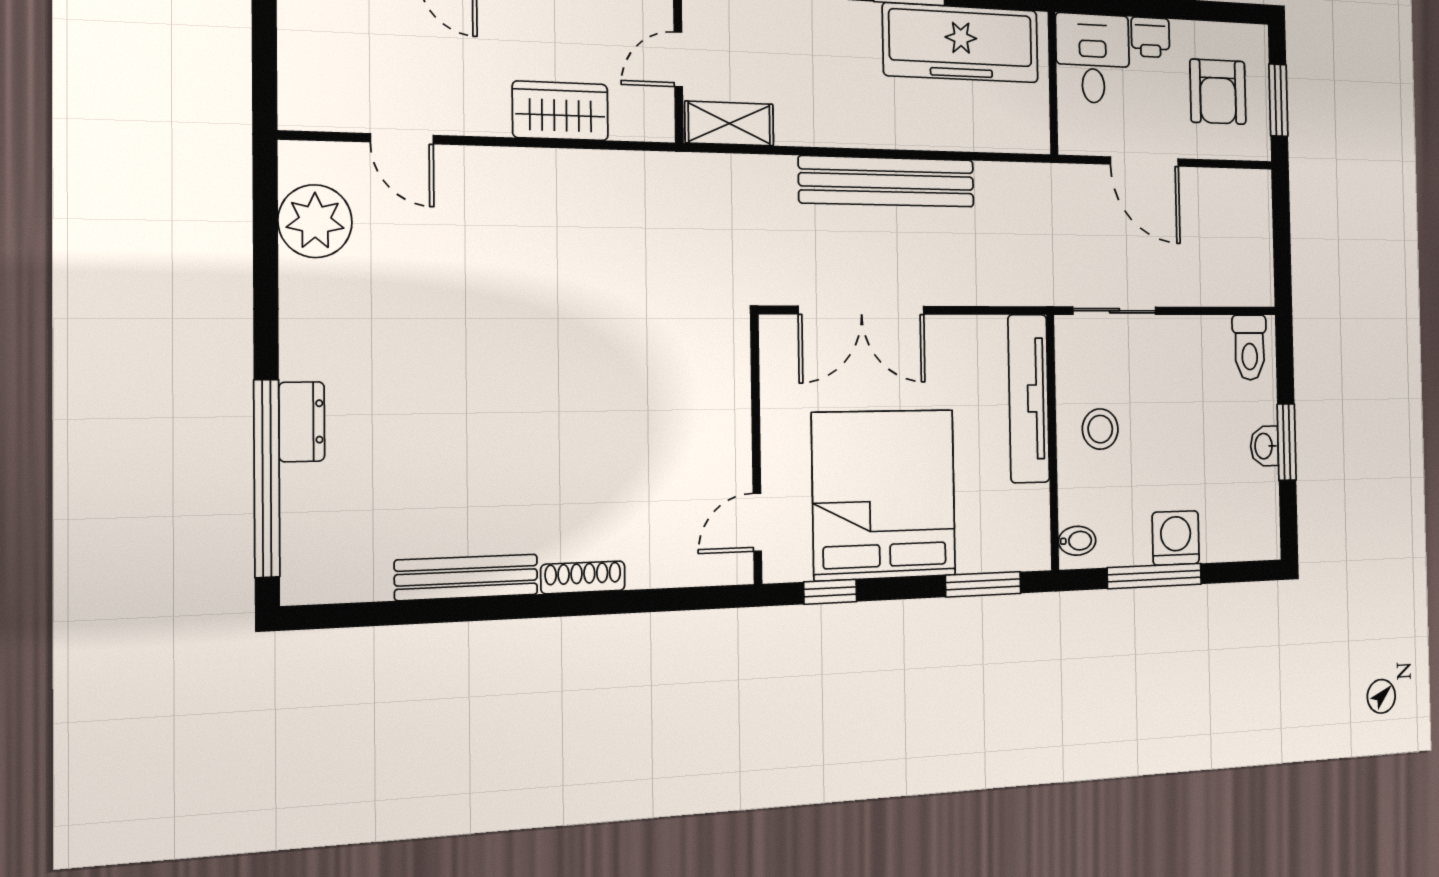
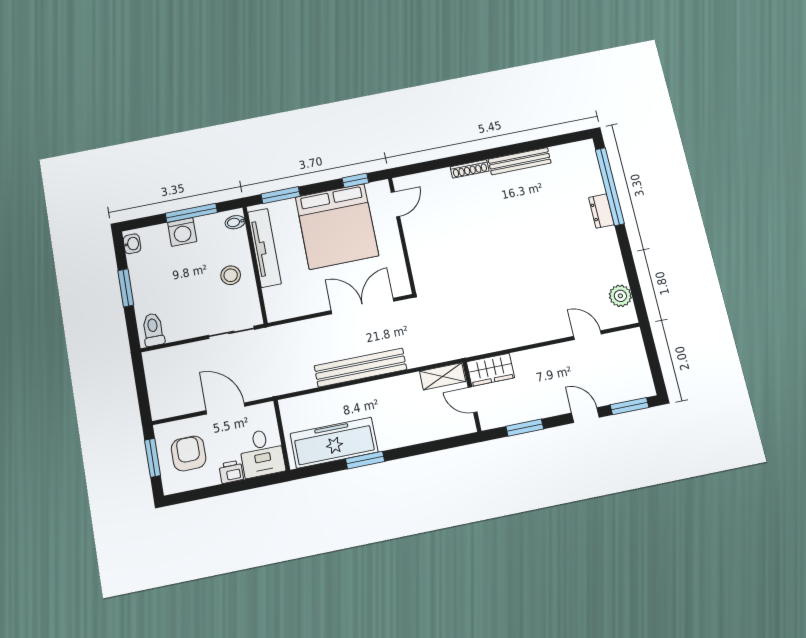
door: (678, 59) -> (473, 400), swing flipped
wardrobe: (560, 111) -> (491, 370), moved
plant: (315, 221) -> (620, 296), width x0.73, depth x0.73
tv unit: (1029, 398) -> (264, 248), moved
washbasin: (1264, 446) -> (132, 244), moved

